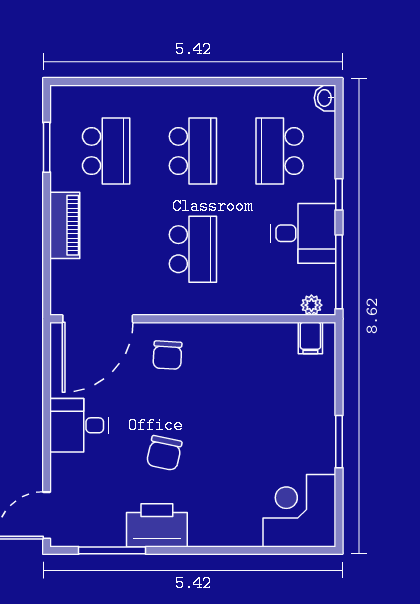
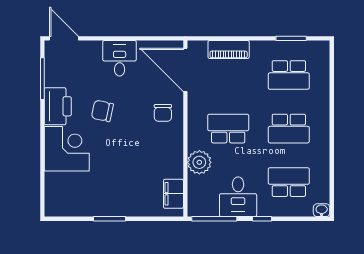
piano: (65, 225) -> (229, 50), moved
school desk: (193, 249) -> (228, 129), turned 180
plant: (311, 305) -> (199, 162), moved, width x1.88, depth x1.88
filing cabinet: (310, 338) -> (173, 194), width x2.00
chair: (167, 355) -> (163, 113), turned -93
corner desk: (299, 511) -> (67, 149), moved

